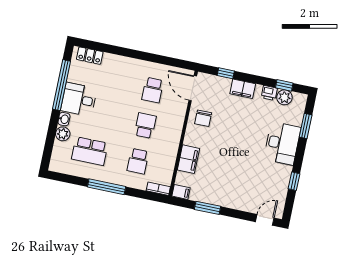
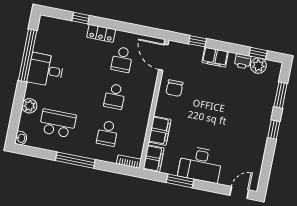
window: (113, 50) -> (81, 18), added
locker: (90, 56) -> (101, 33), moved
washbasin: (64, 119) -> (21, 138), moved
school desk: (145, 126) -> (115, 96), turned 180
desk: (282, 143) -> (200, 164), moved, turned 90
school desk: (90, 151) -> (58, 123), turned 180
window: (294, 181) -> (274, 130), moved
filing cabinet: (181, 192) -> (154, 159), width x2.00

